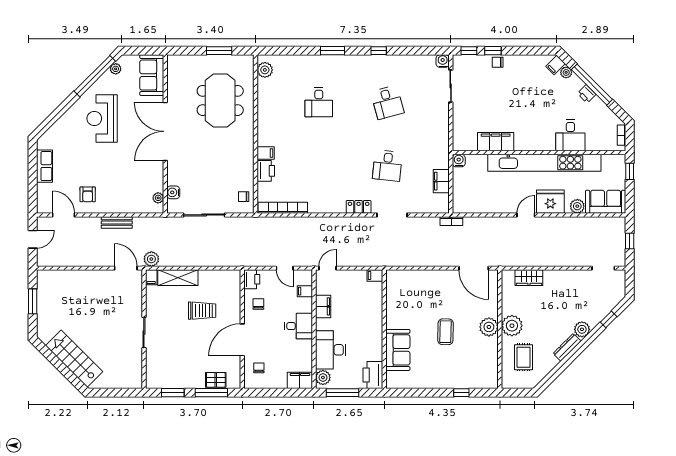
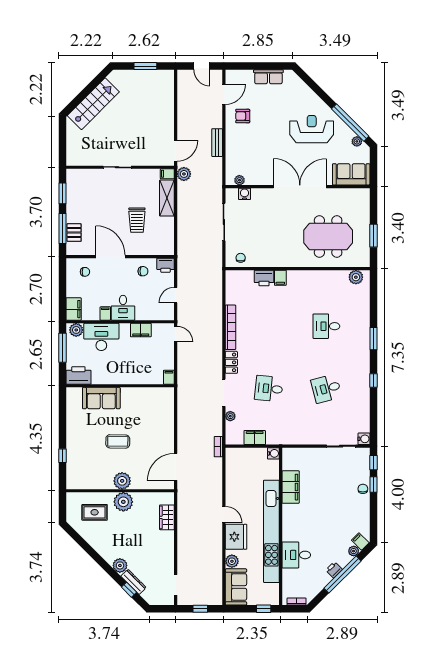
bookcase: (283, 208) -> (230, 327), moved
plant: (418, 208) -> (230, 416), added
filing cabinet: (305, 291) -> (105, 314), moved
dresser: (567, 347) -> (133, 582), moved

